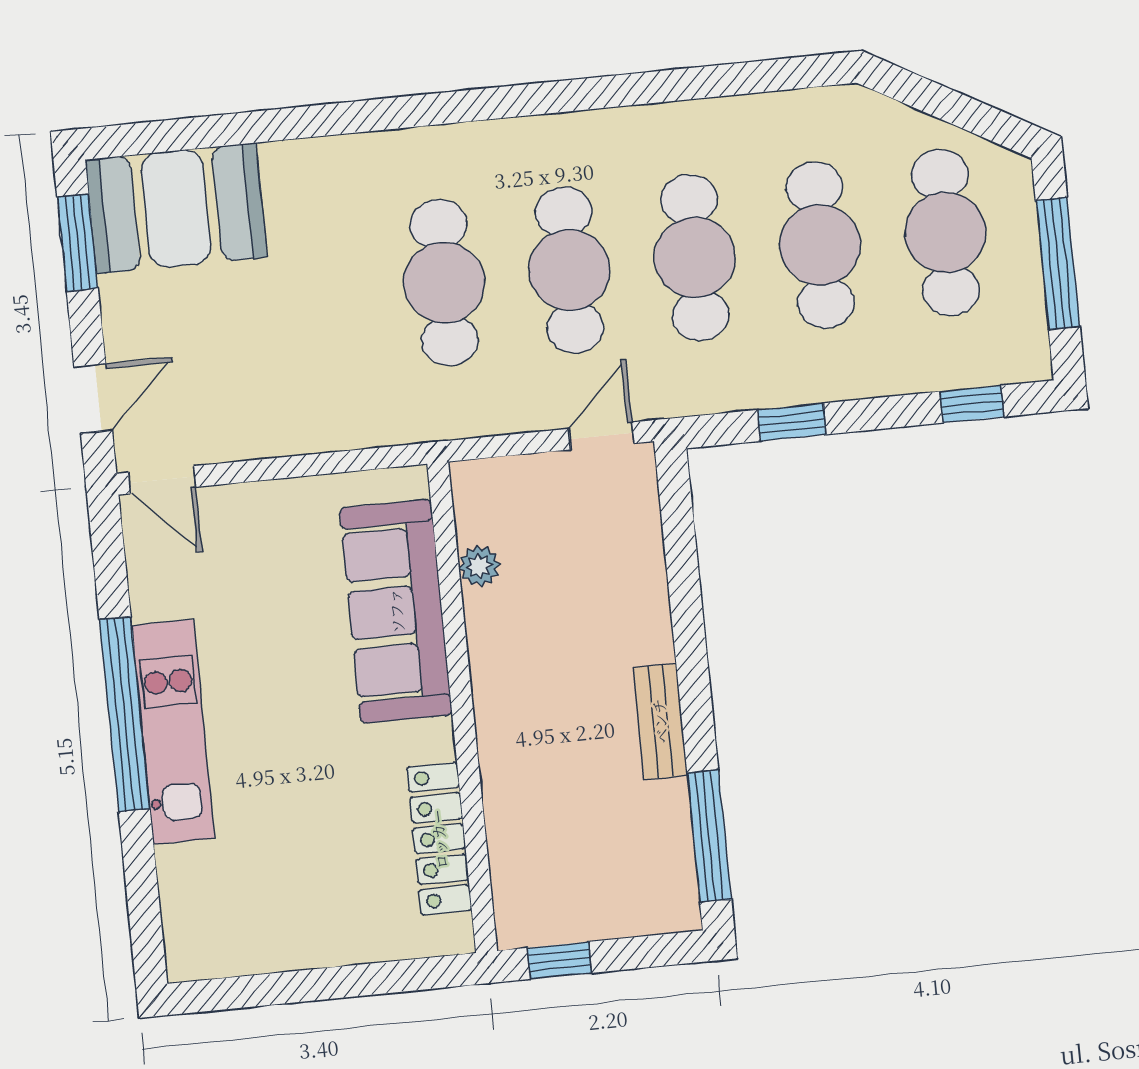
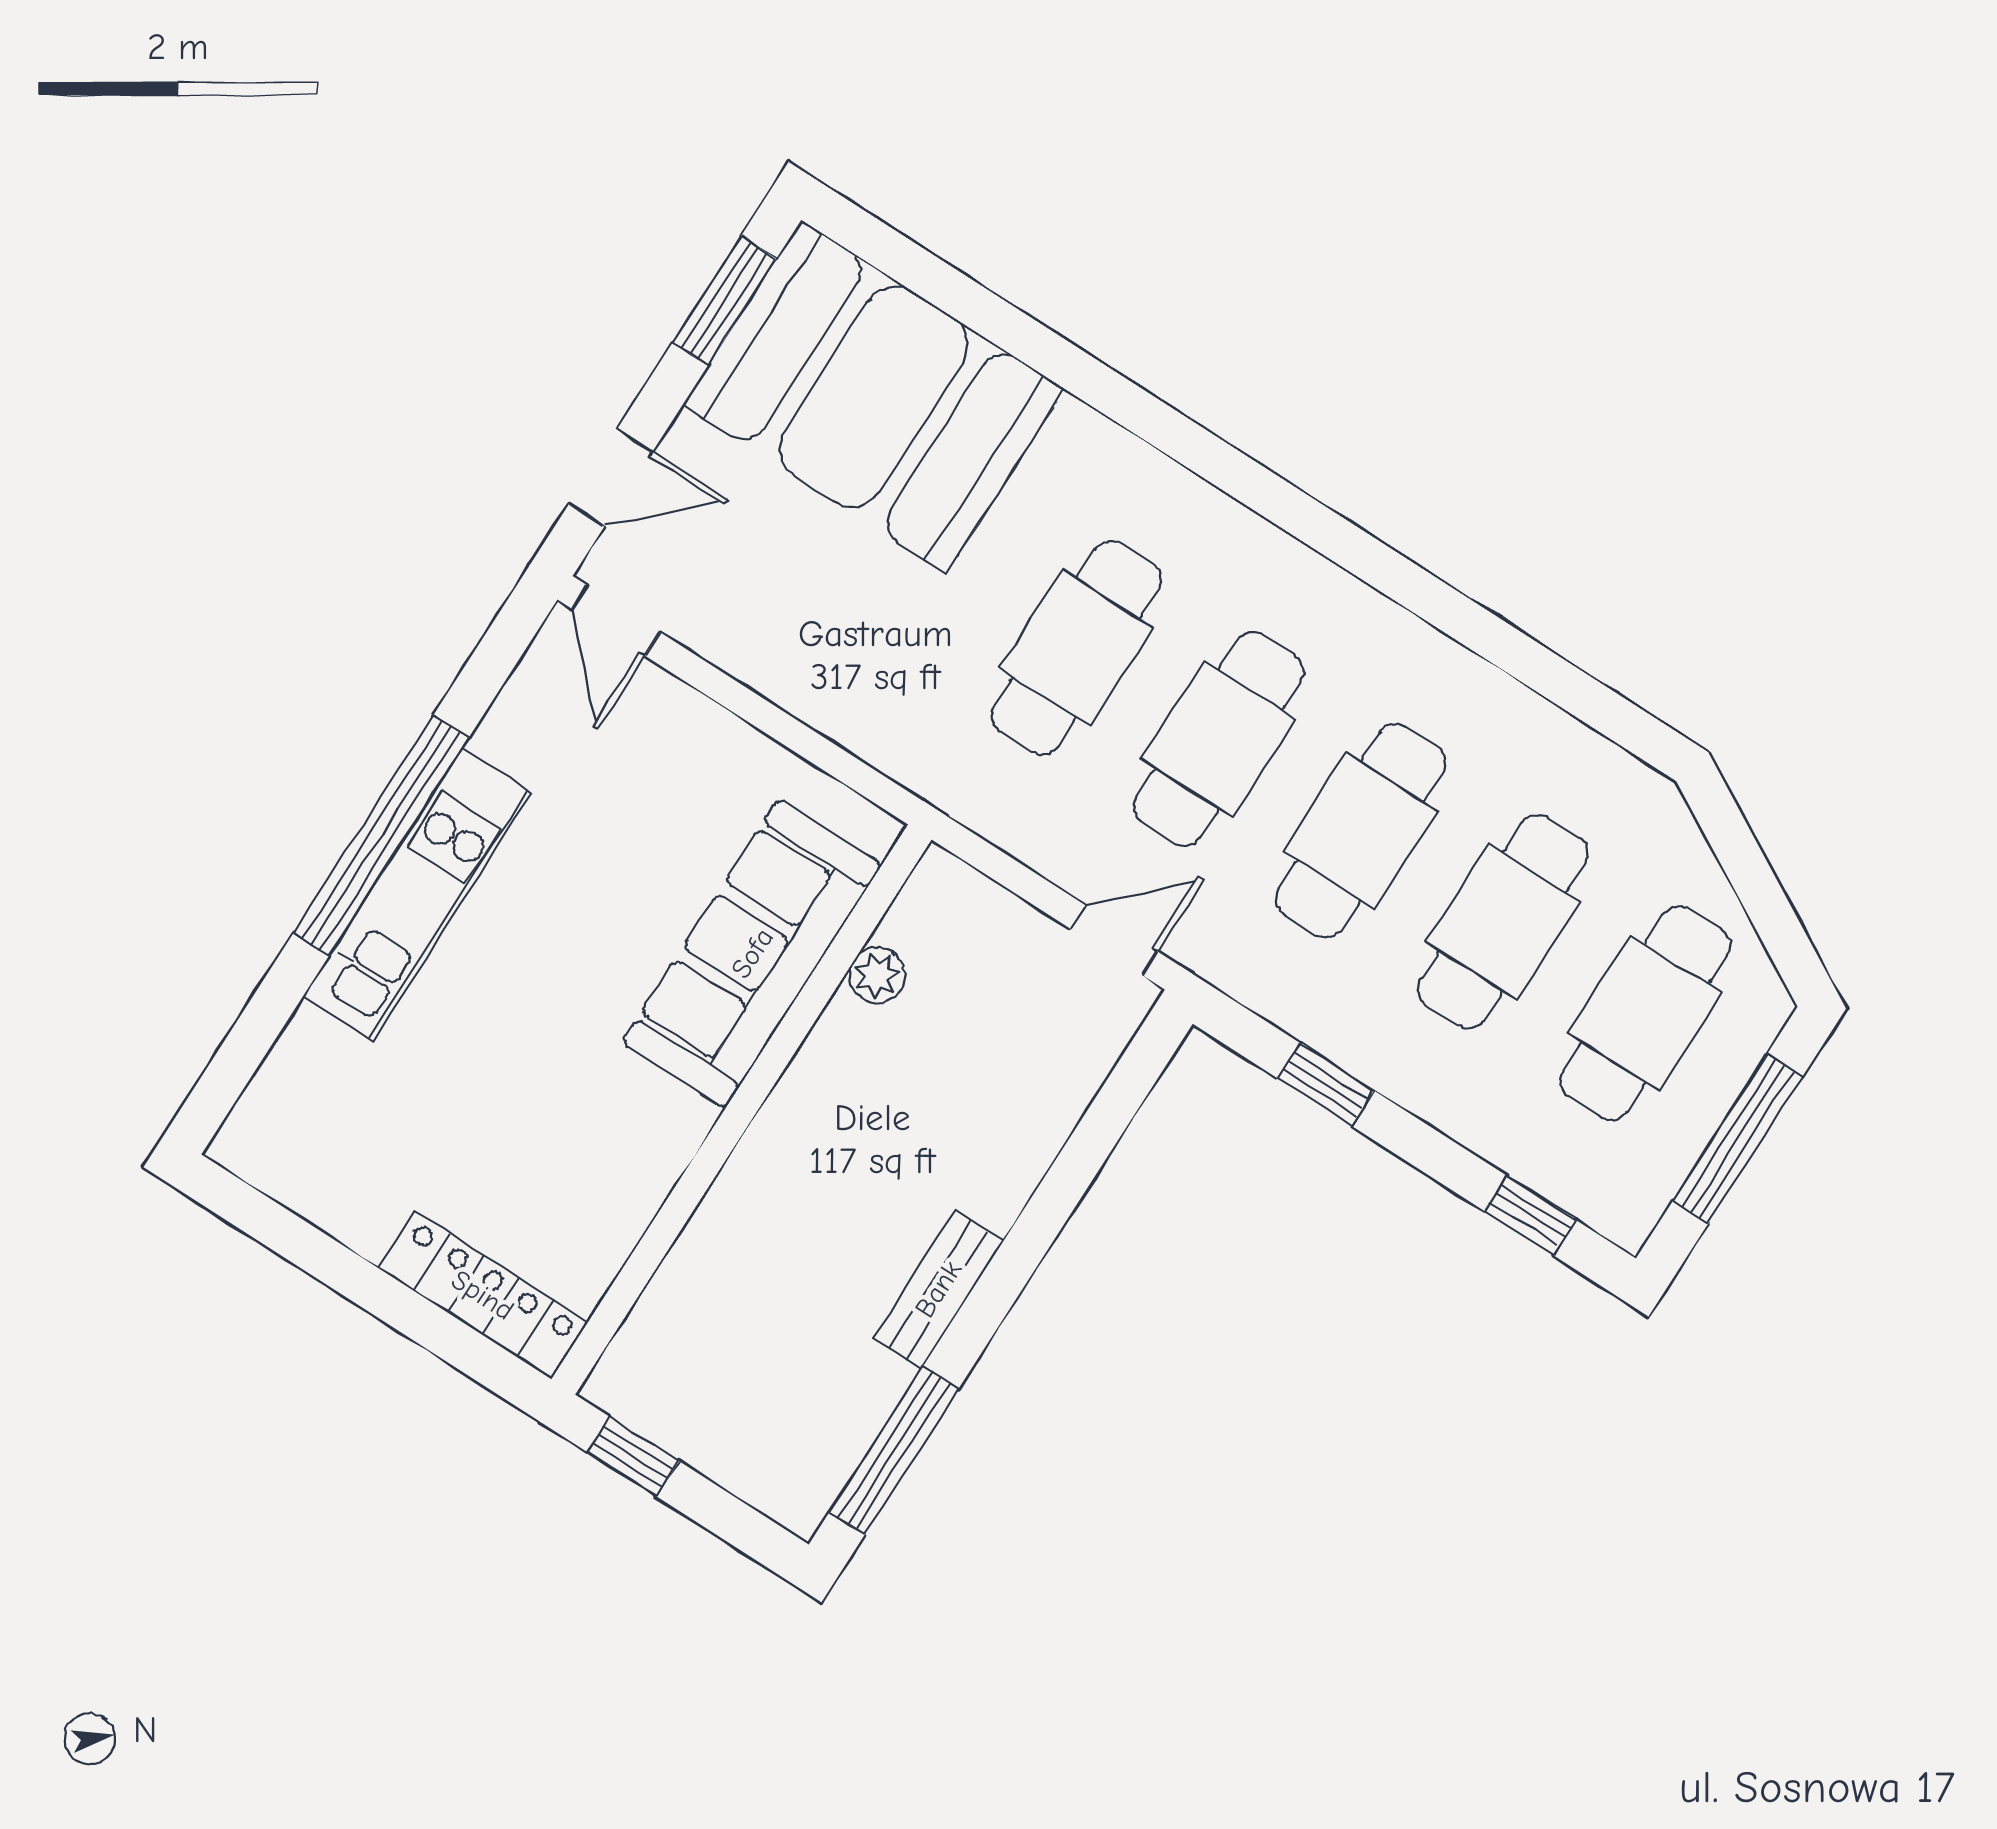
booth: (176, 208) -> (874, 397), width x1.36, depth x1.42
locker: (439, 839) -> (483, 1295), moved, turned 90

